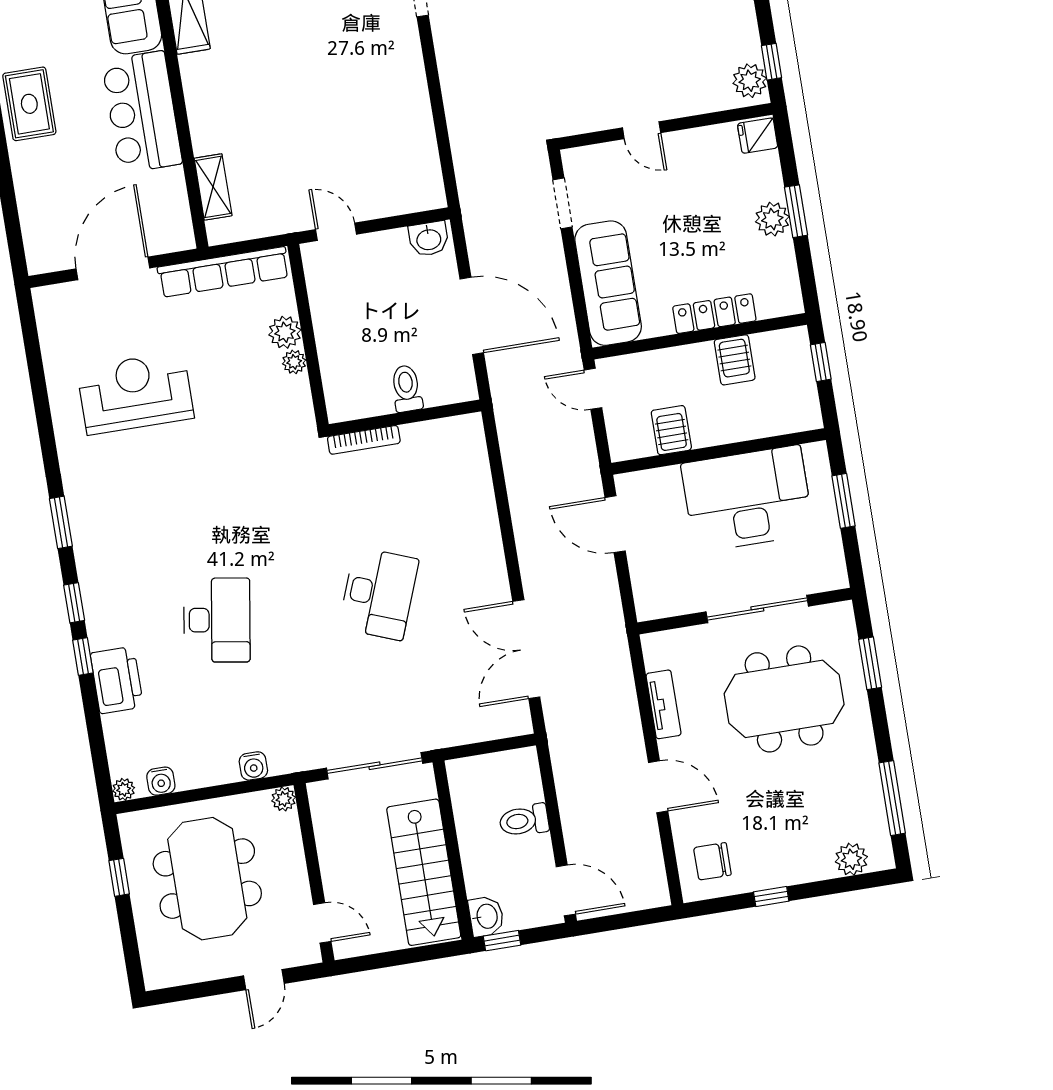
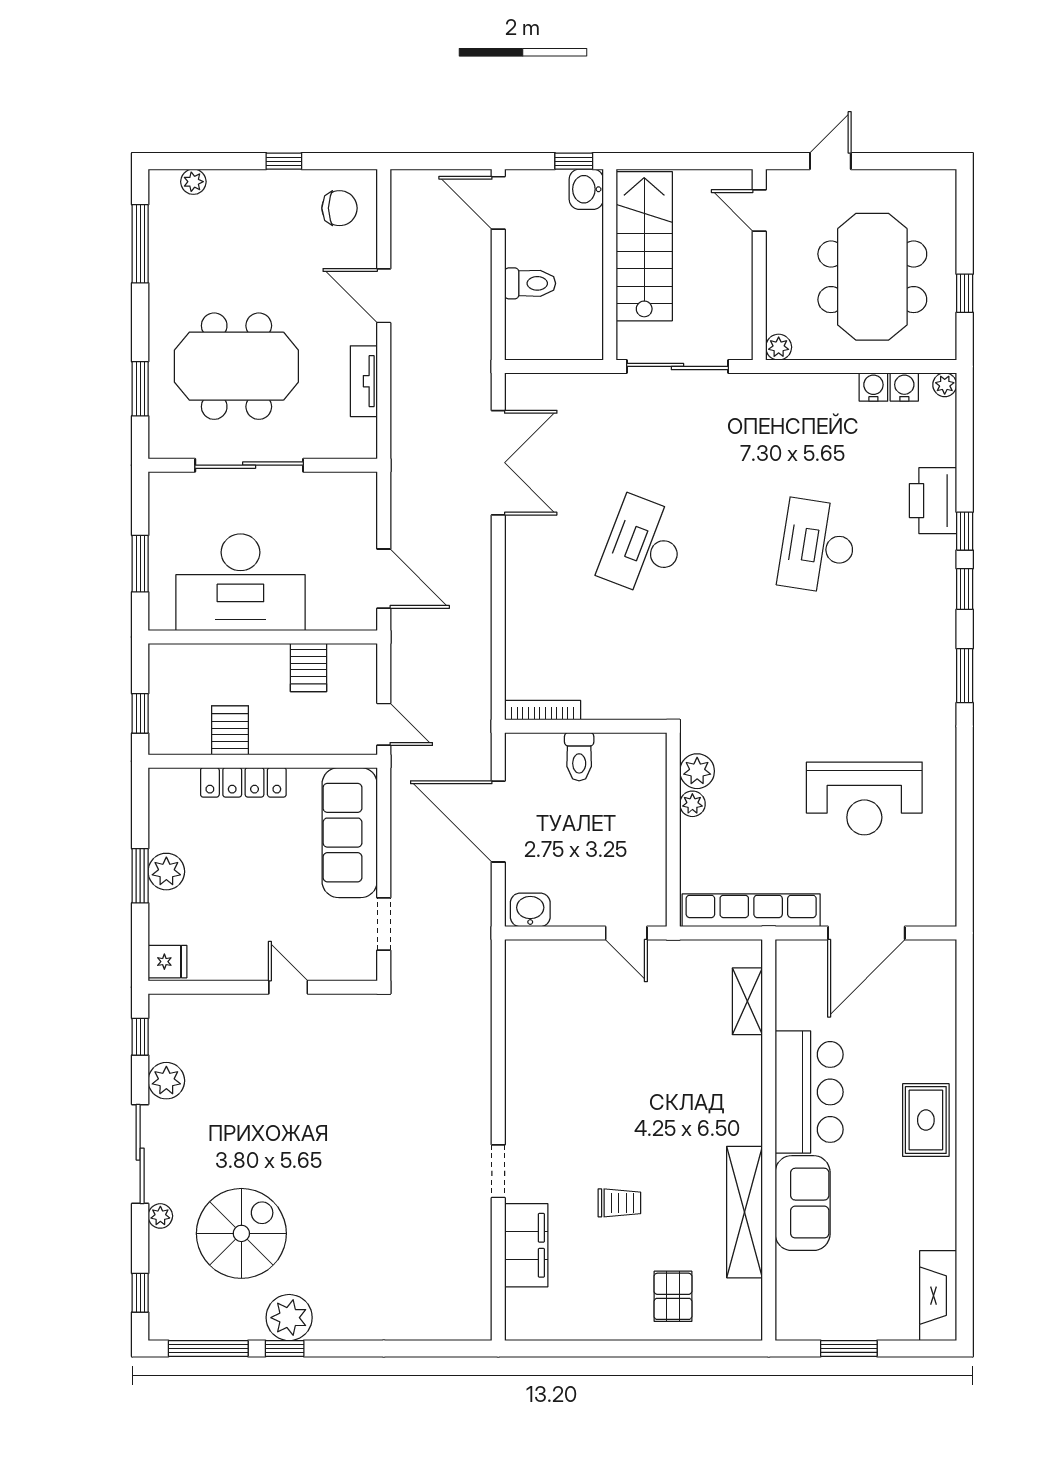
plant: (750, 81) -> (166, 1081), moved
plant: (285, 332) -> (697, 771), moved
bookcase: (364, 440) -> (543, 710), moved
water cooler: (253, 766) -> (873, 387), moved
plant: (851, 859) -> (193, 182), width x0.73, depth x0.73

